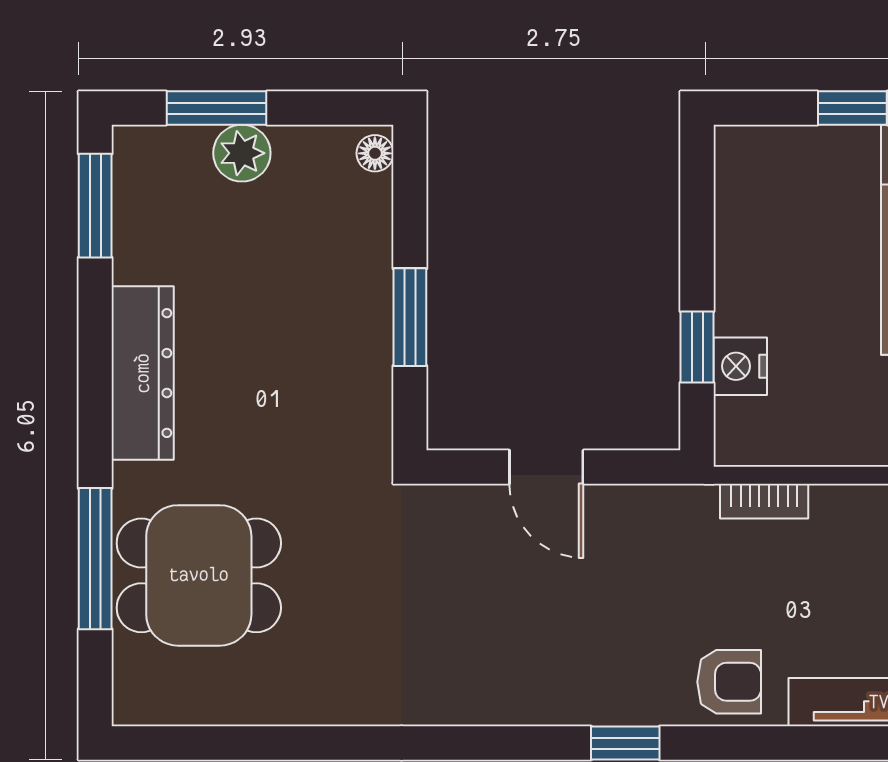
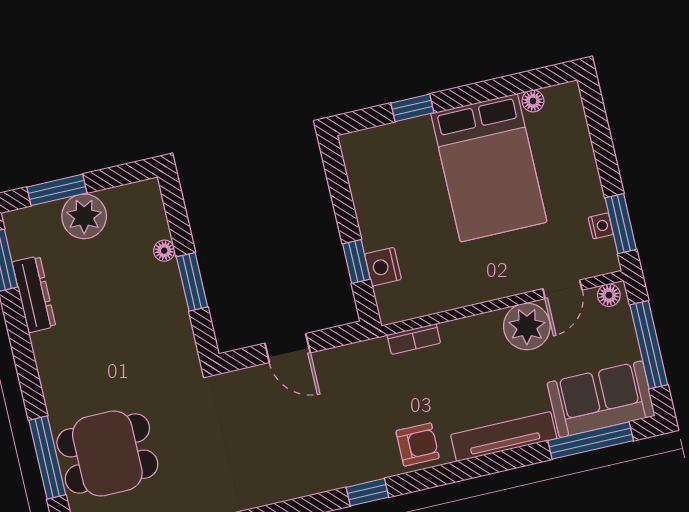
plant: (242, 153) -> (84, 216), width x1.36, depth x1.36
floor lamp: (375, 153) -> (164, 251), moved
dresser: (143, 373) -> (34, 294), moved, width x0.73, depth x0.80

